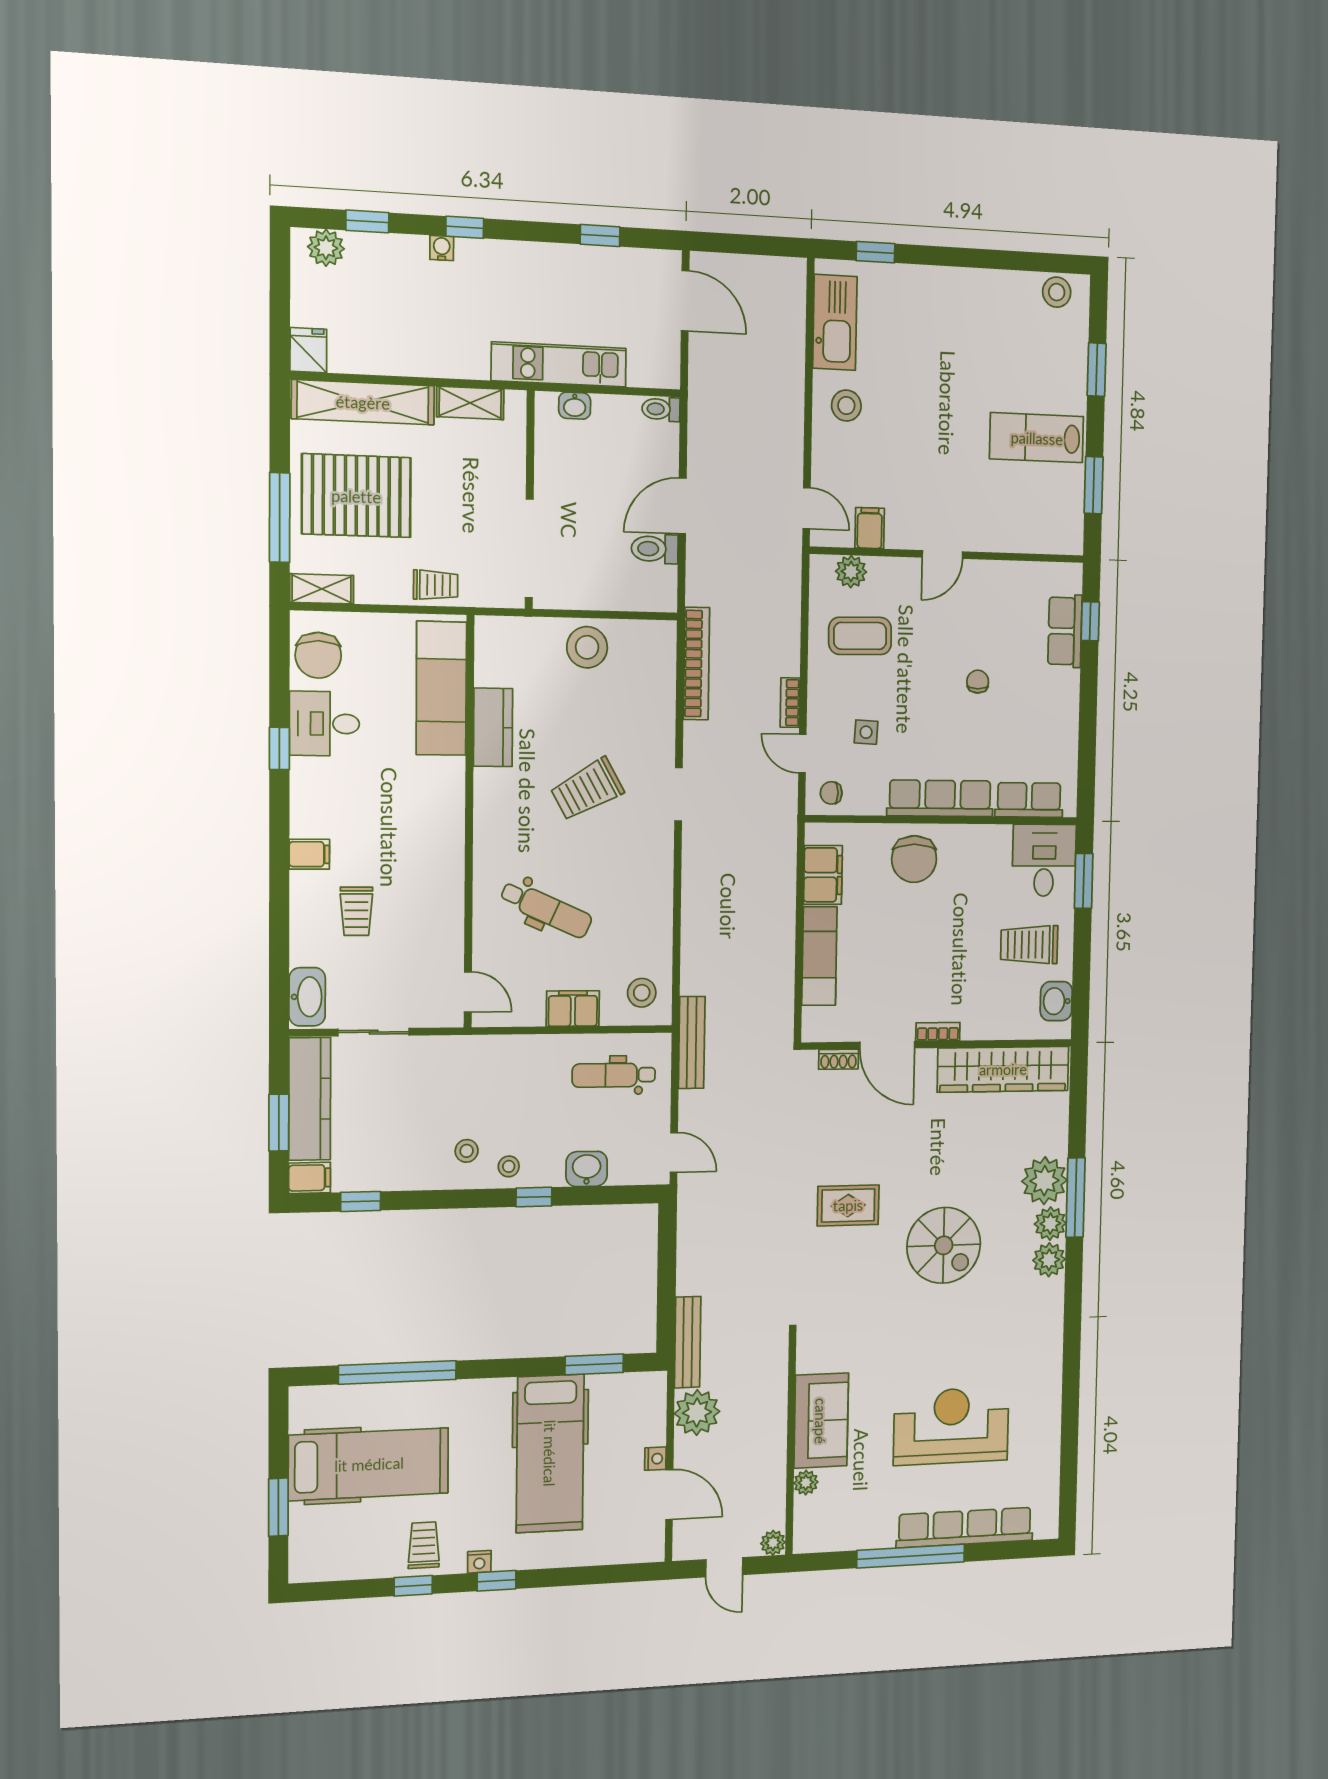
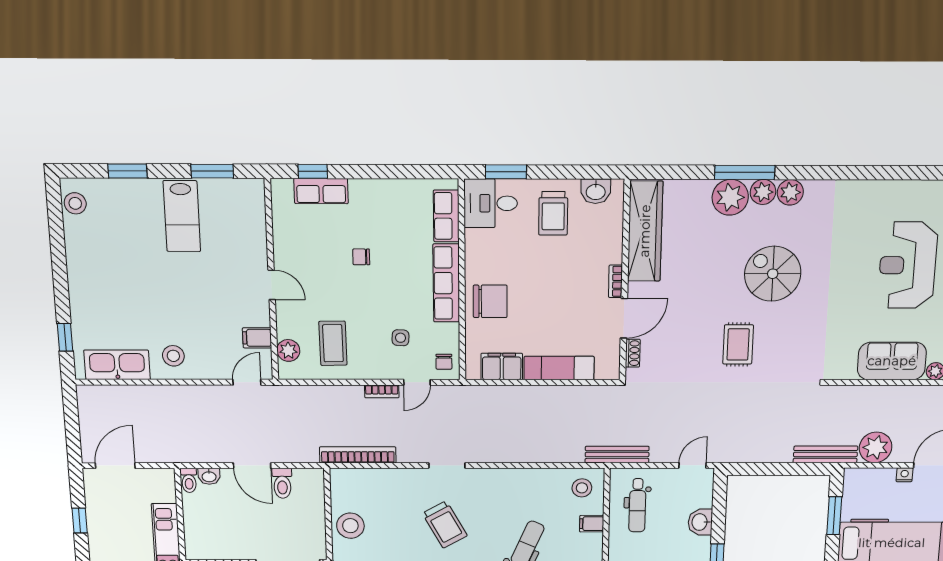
washbasin: (575, 406) -> (209, 476), moved, turned 90
filing cabinet: (573, 1009) -> (592, 524), width x0.50
spiral stairs: (944, 1245) -> (773, 274), turned -90

